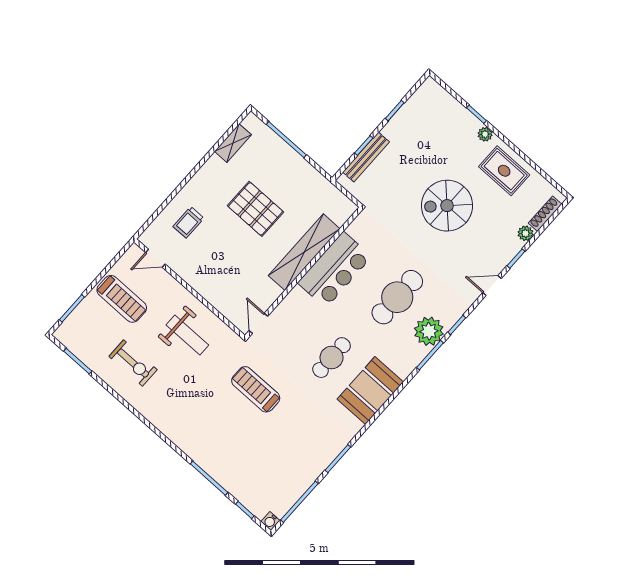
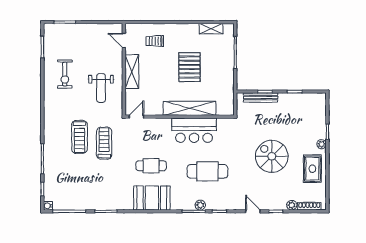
shelving: (200, 282) -> (132, 72), added
treadmill: (122, 299) -> (79, 137), moved
plant: (429, 331) -> (200, 205), width x0.53, depth x0.53

